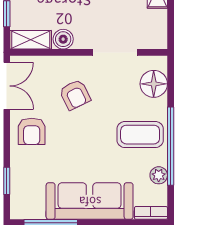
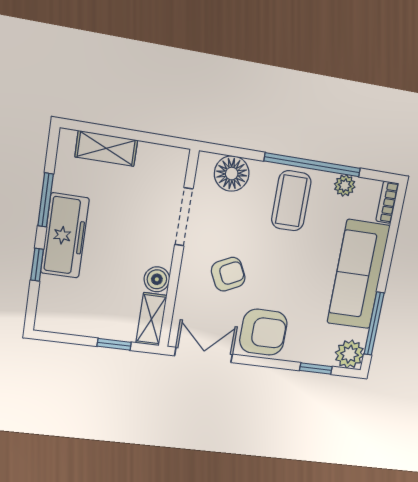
armchair: (32, 131) -> (263, 332), width x1.38, depth x1.38
plant: (22, 207) -> (349, 354), added

